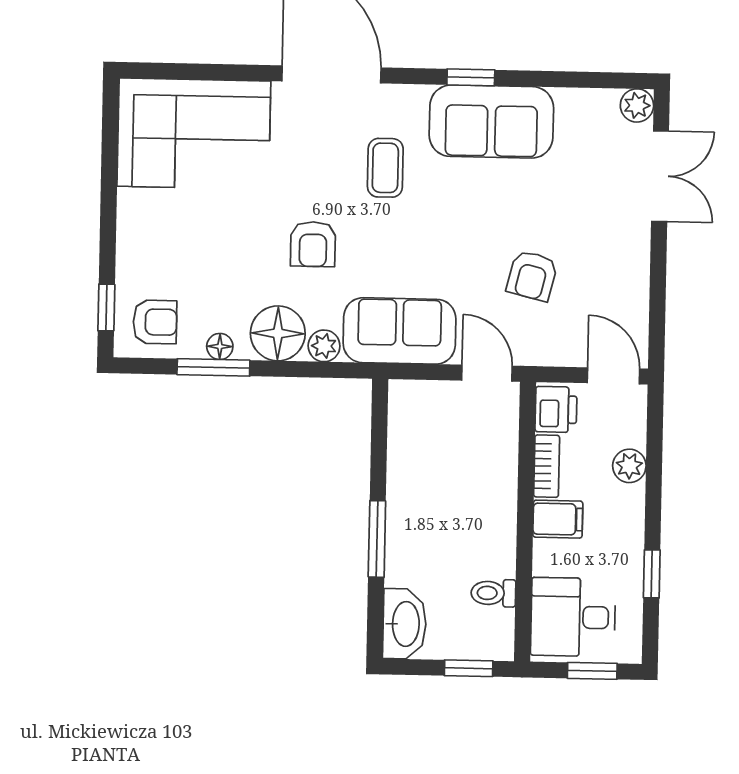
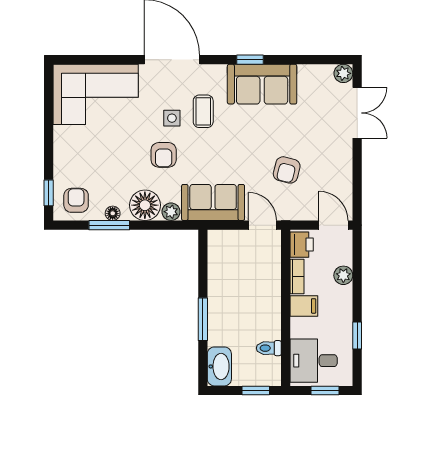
side table: (329, 179) -> (172, 118), added
armchair: (155, 322) -> (76, 200), turned -90

